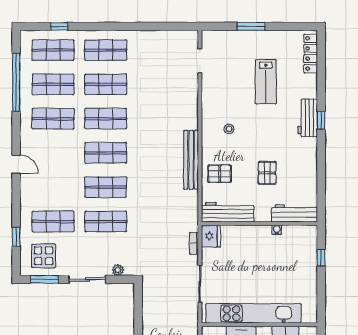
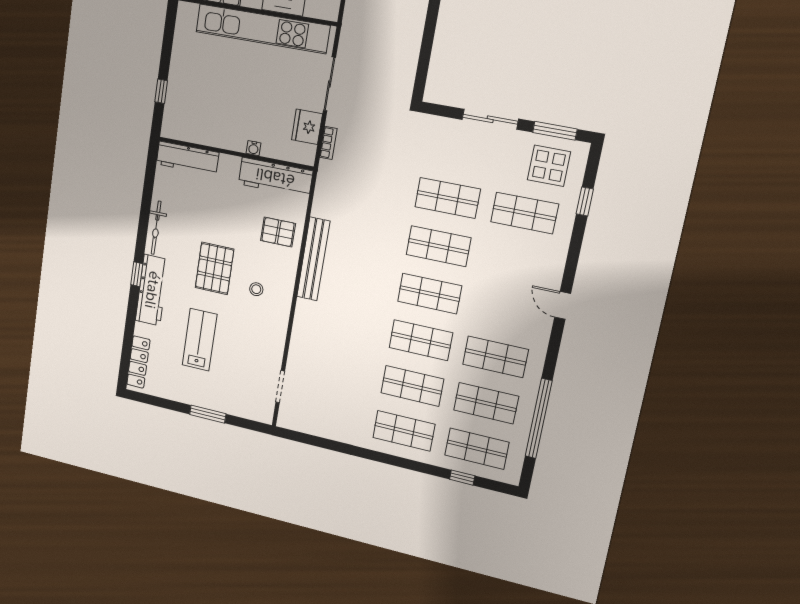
workbench: (308, 118) -> (152, 290), width x1.38
bicycle: (311, 158) -> (156, 228), added
pallet: (267, 173) -> (215, 268), moved, width x1.50, depth x1.42
water cooler: (277, 230) -> (254, 148), moved
fridge: (211, 236) -> (307, 127), moved
plant: (118, 270) -> (443, 125), removed

